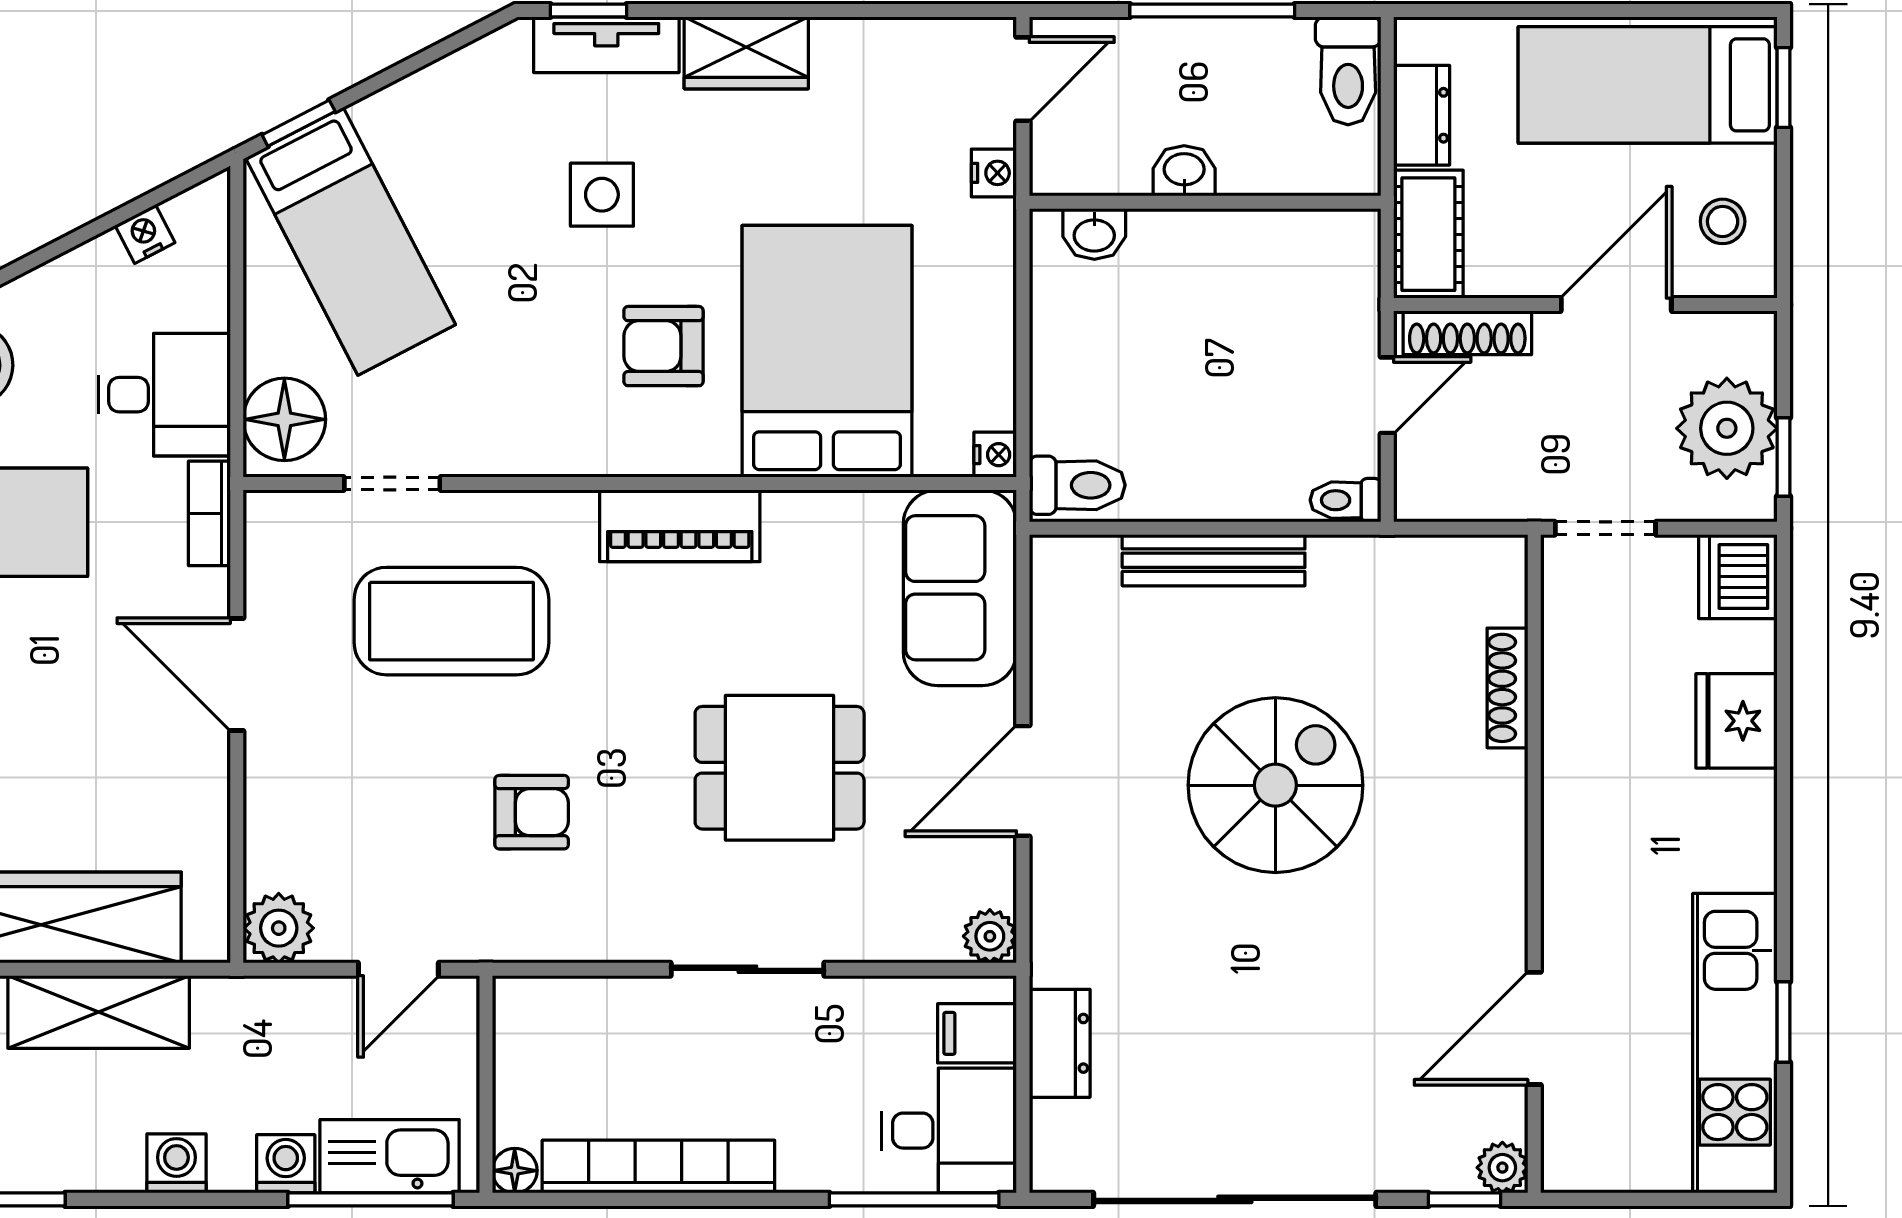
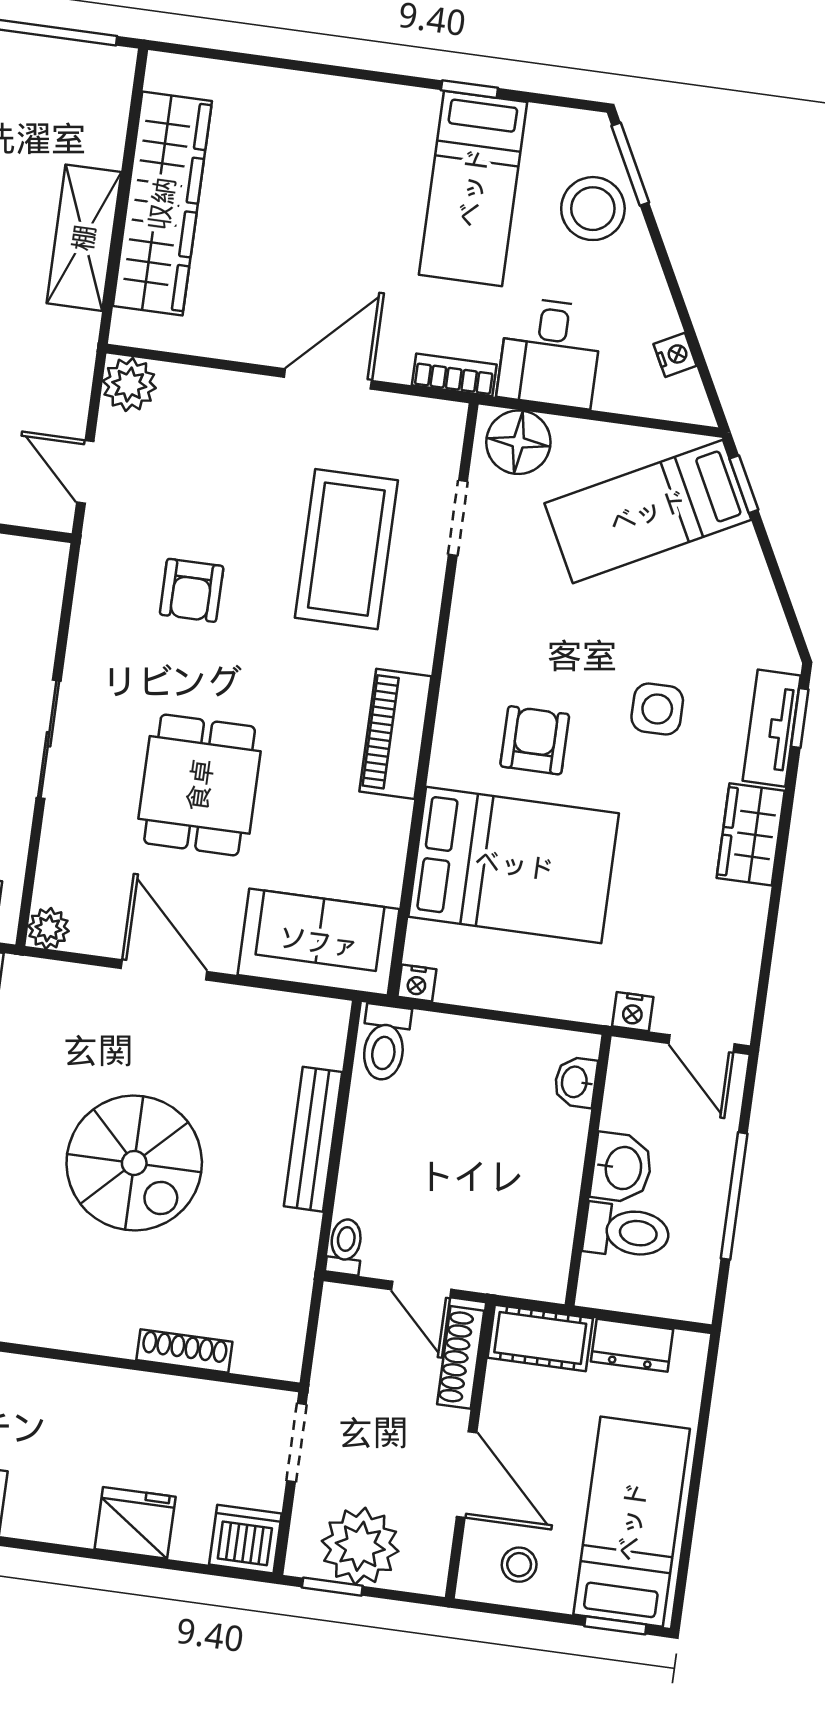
toilet: (1348, 71) -> (627, 1232), moved, turned 180
washbasin: (1184, 171) -> (622, 1168), width x1.38, depth x1.45

